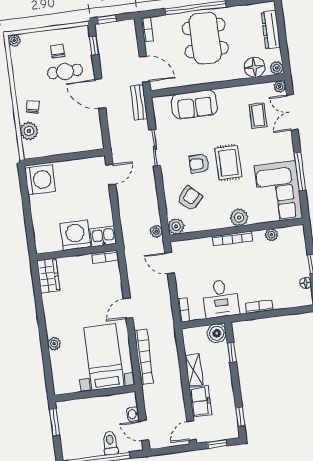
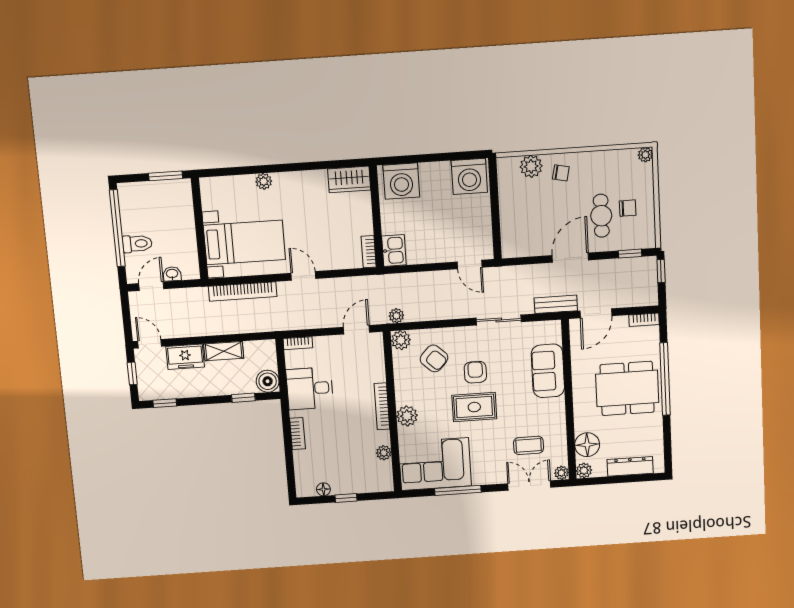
washing machine: (75, 235) -> (401, 181), moved, turned 90

